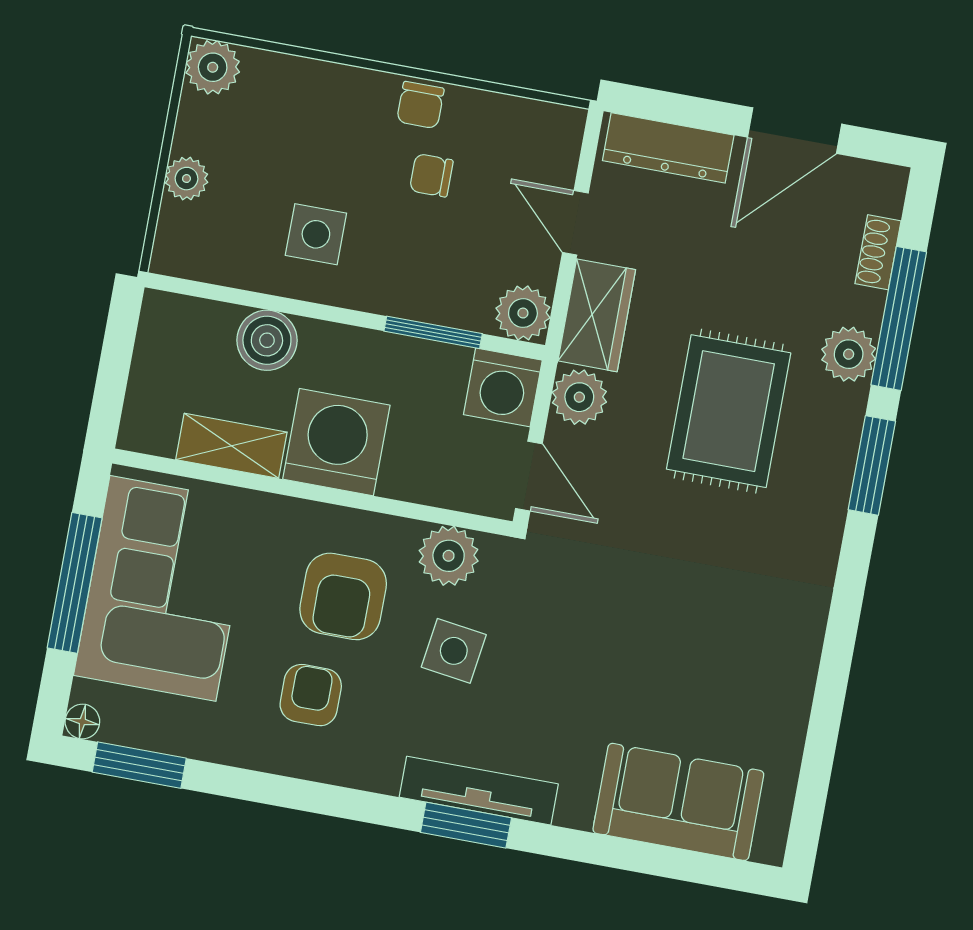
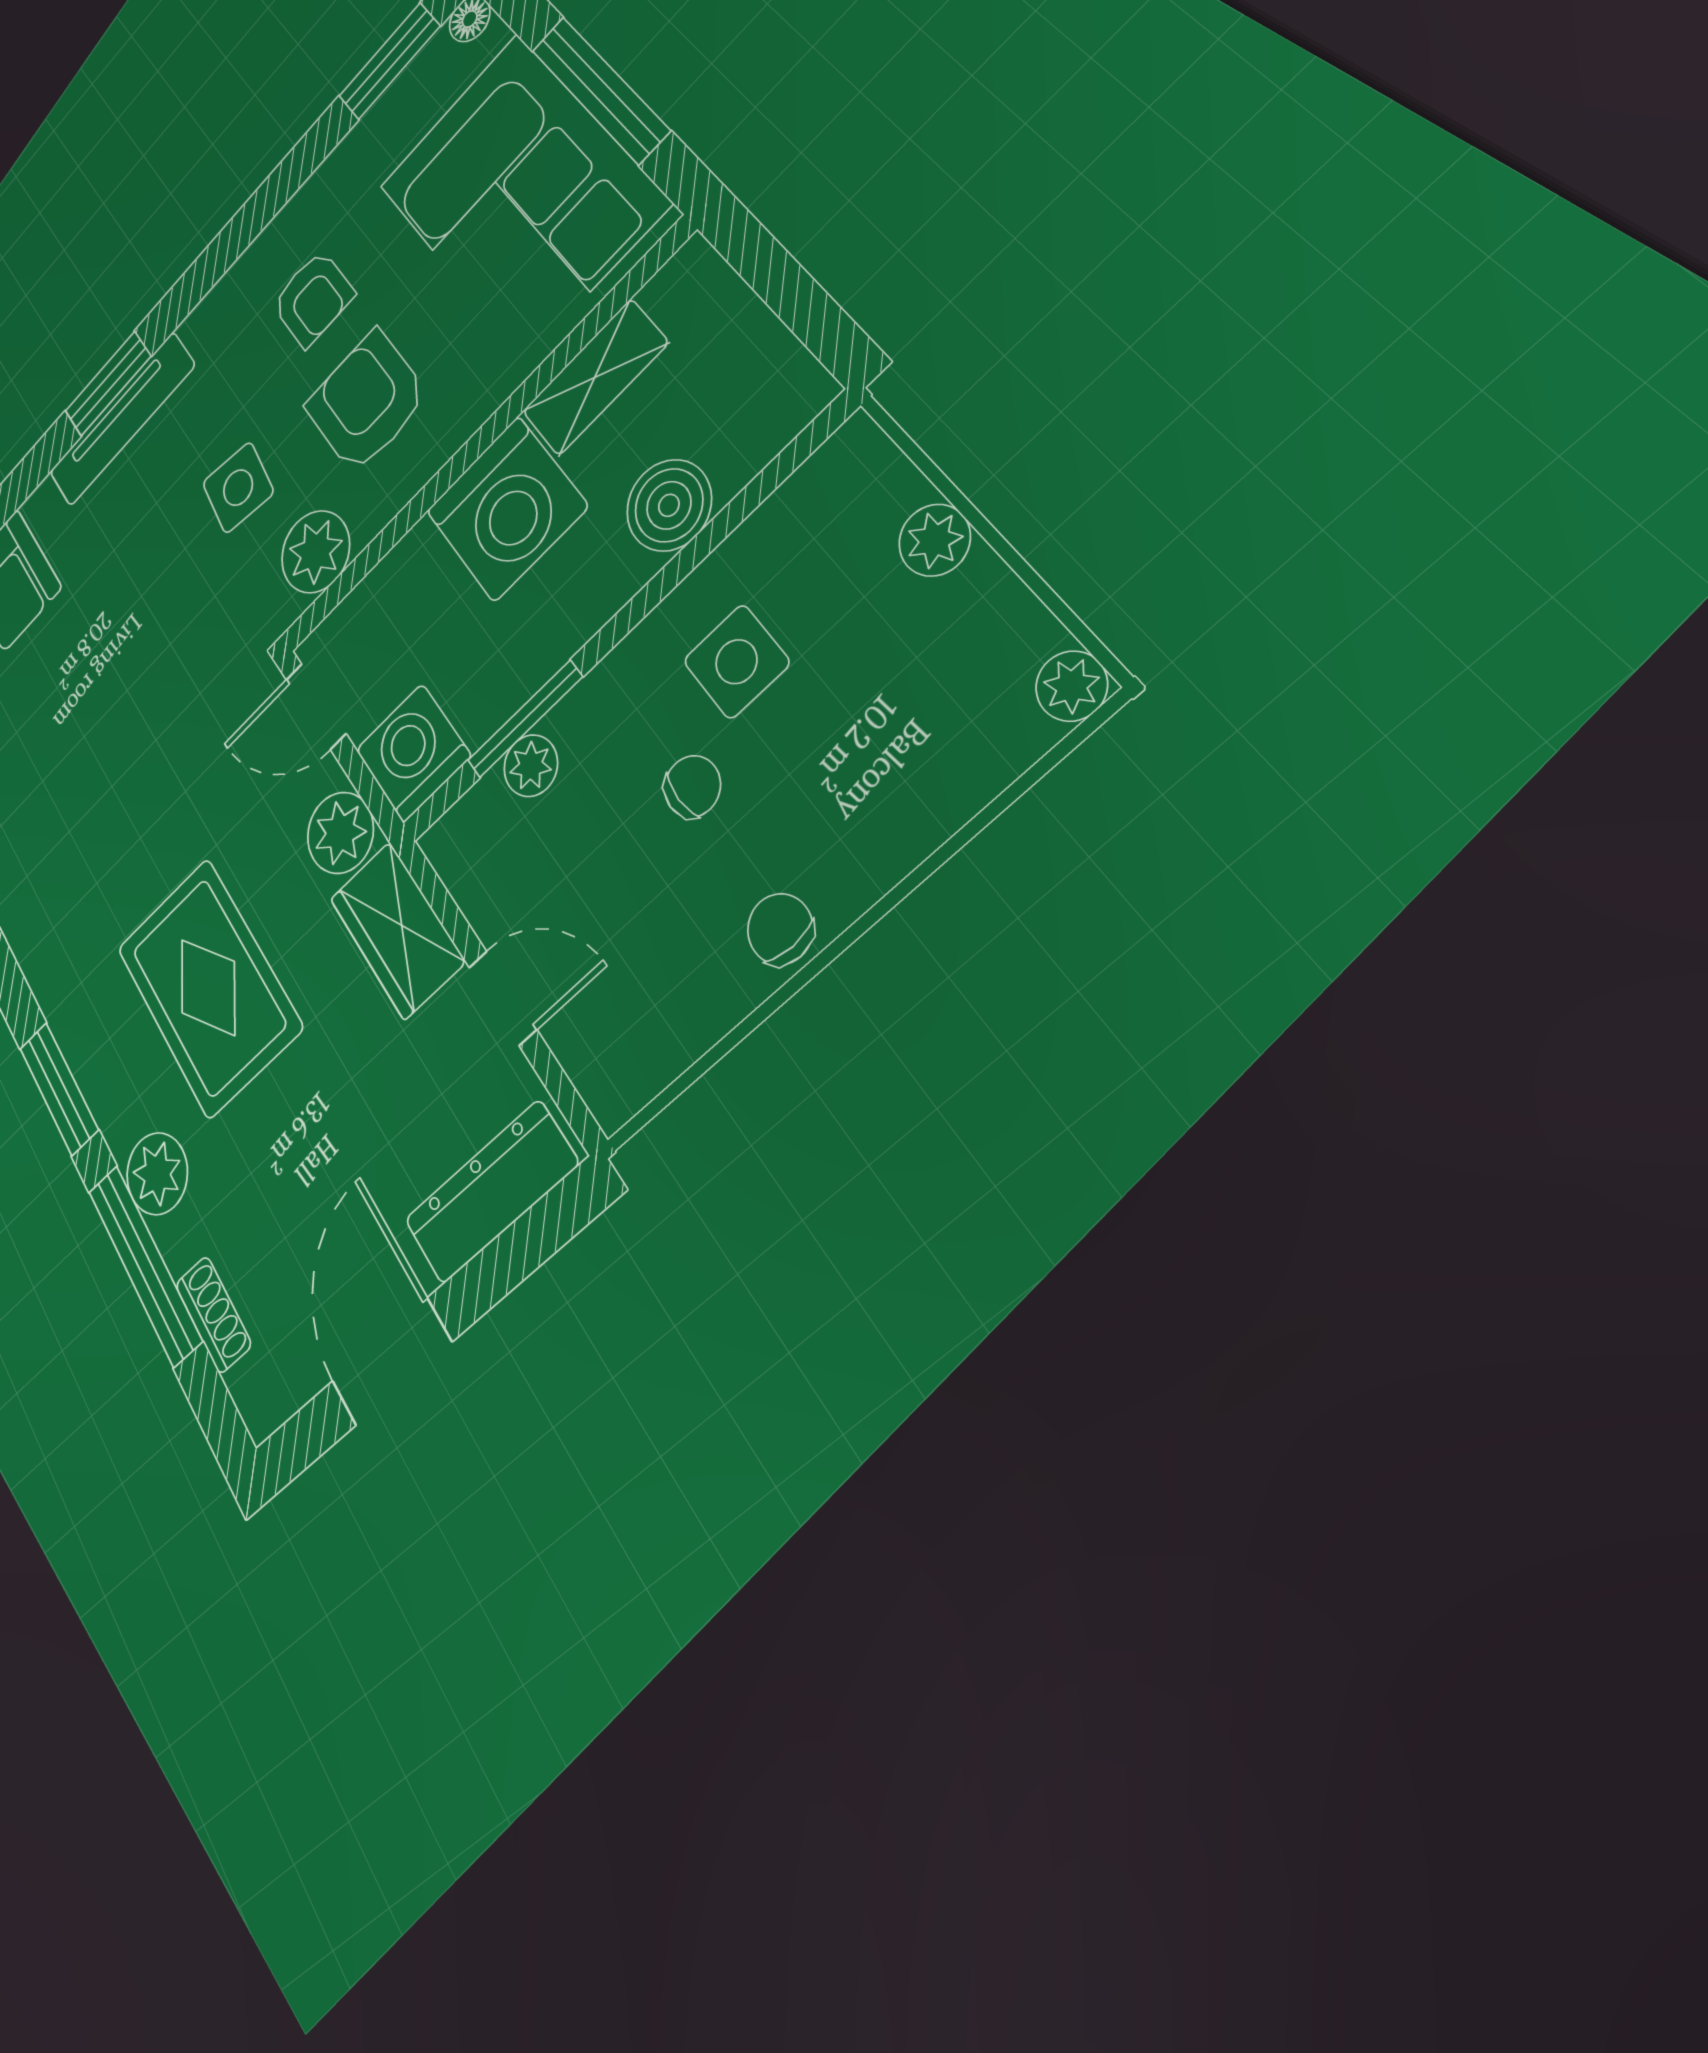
plant: (213, 67) -> (1072, 686), width x0.73, depth x0.73
chair: (431, 175) -> (692, 786), moved
plant: (523, 313) -> (531, 766), moved, width x0.73, depth x0.73

